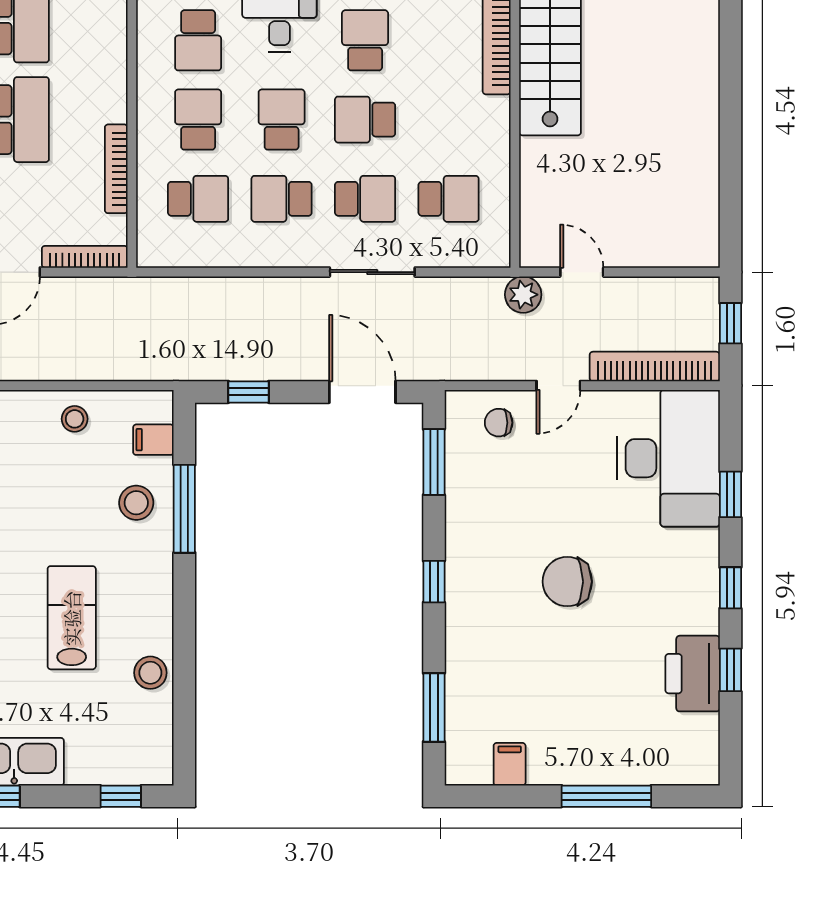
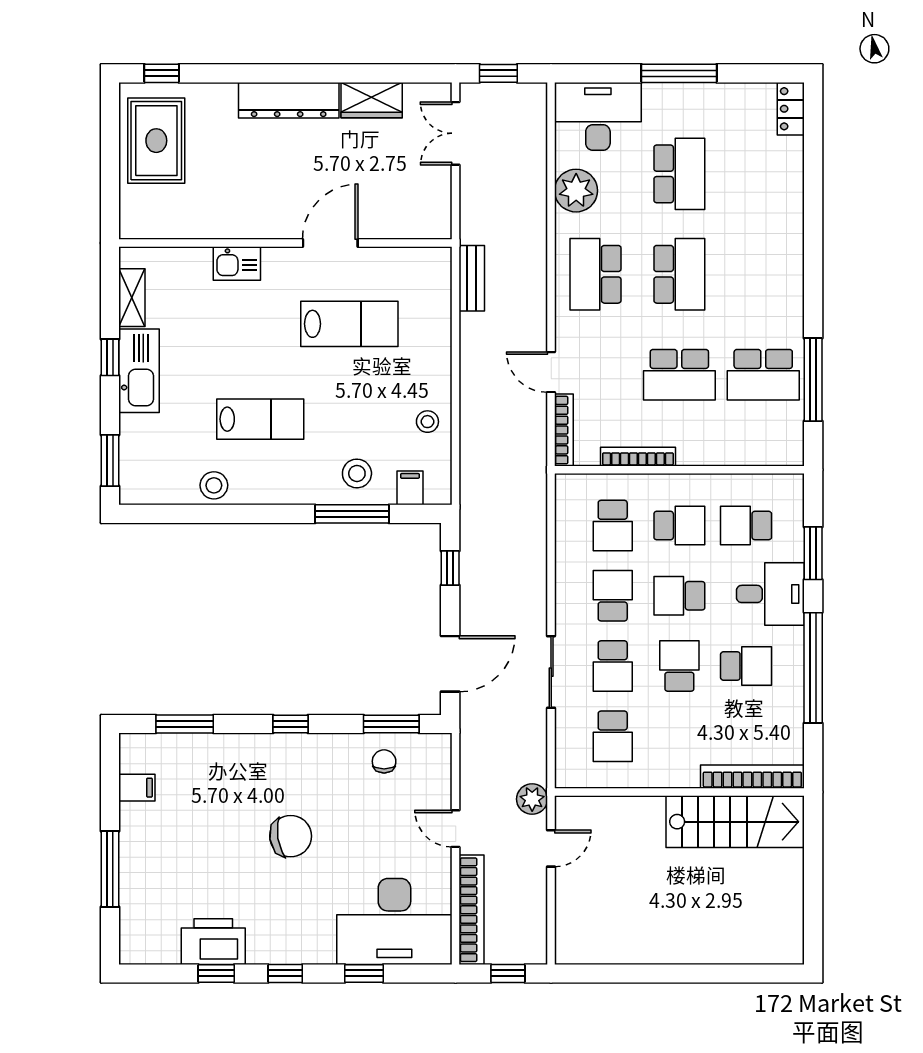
school desk: (282, 120) -> (679, 596), turned 180
chair: (499, 423) -> (384, 761), moved
chair: (567, 582) -> (291, 836), turned 81
window: (121, 796) -> (110, 460), width x1.50

